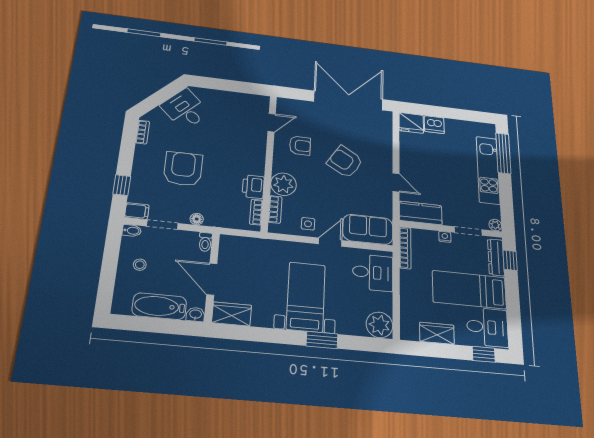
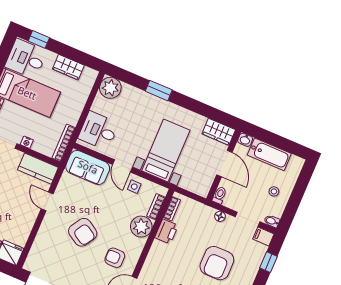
door: (330, 242) -> (122, 166), hinge flipped
bed with nightstands: (306, 297) -> (166, 150), moved, turned 180

